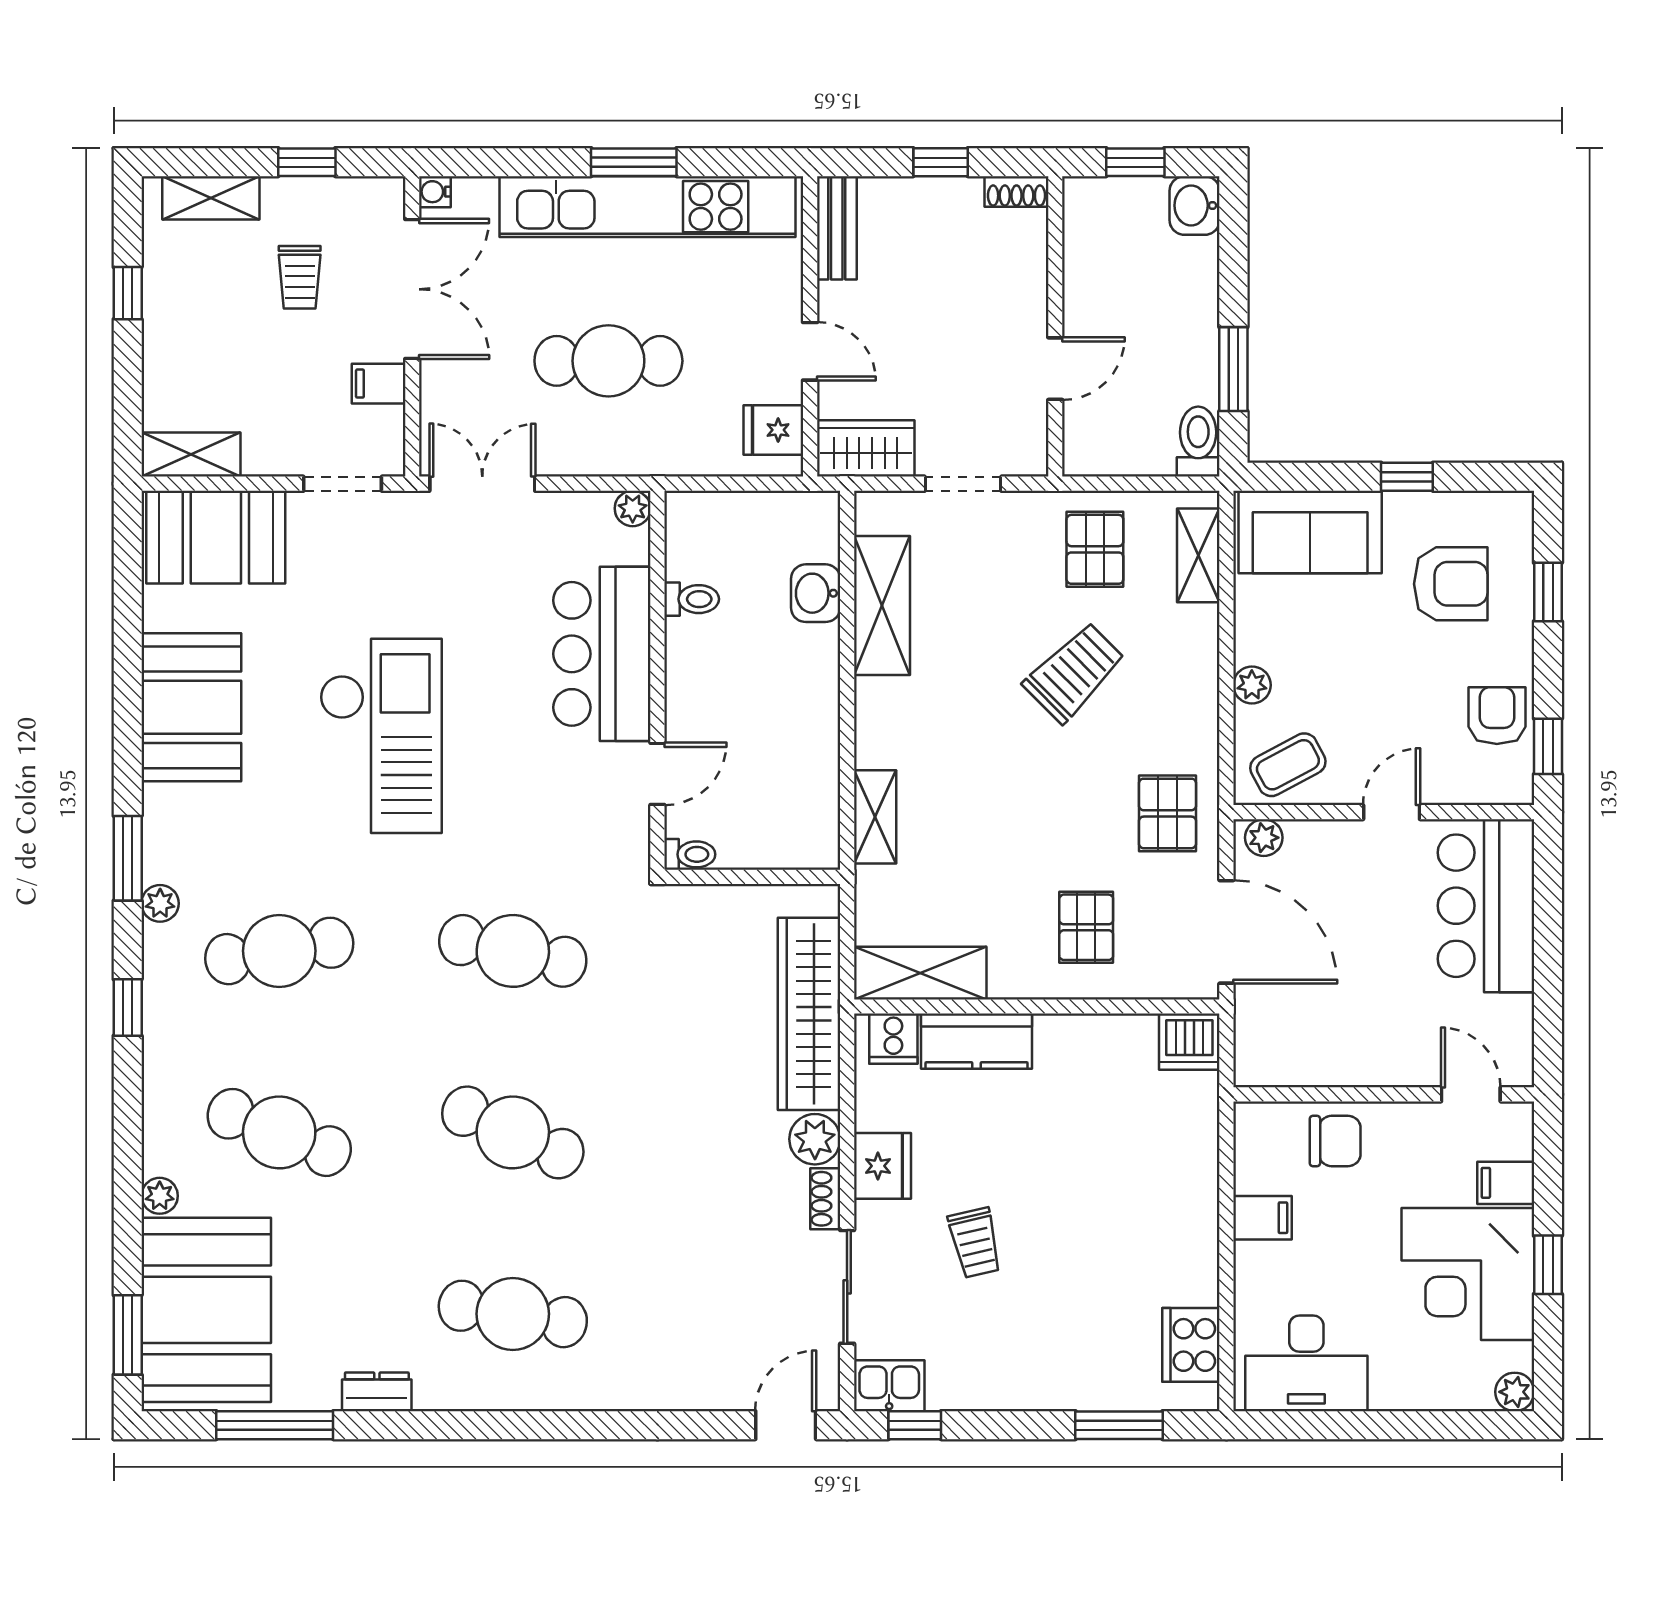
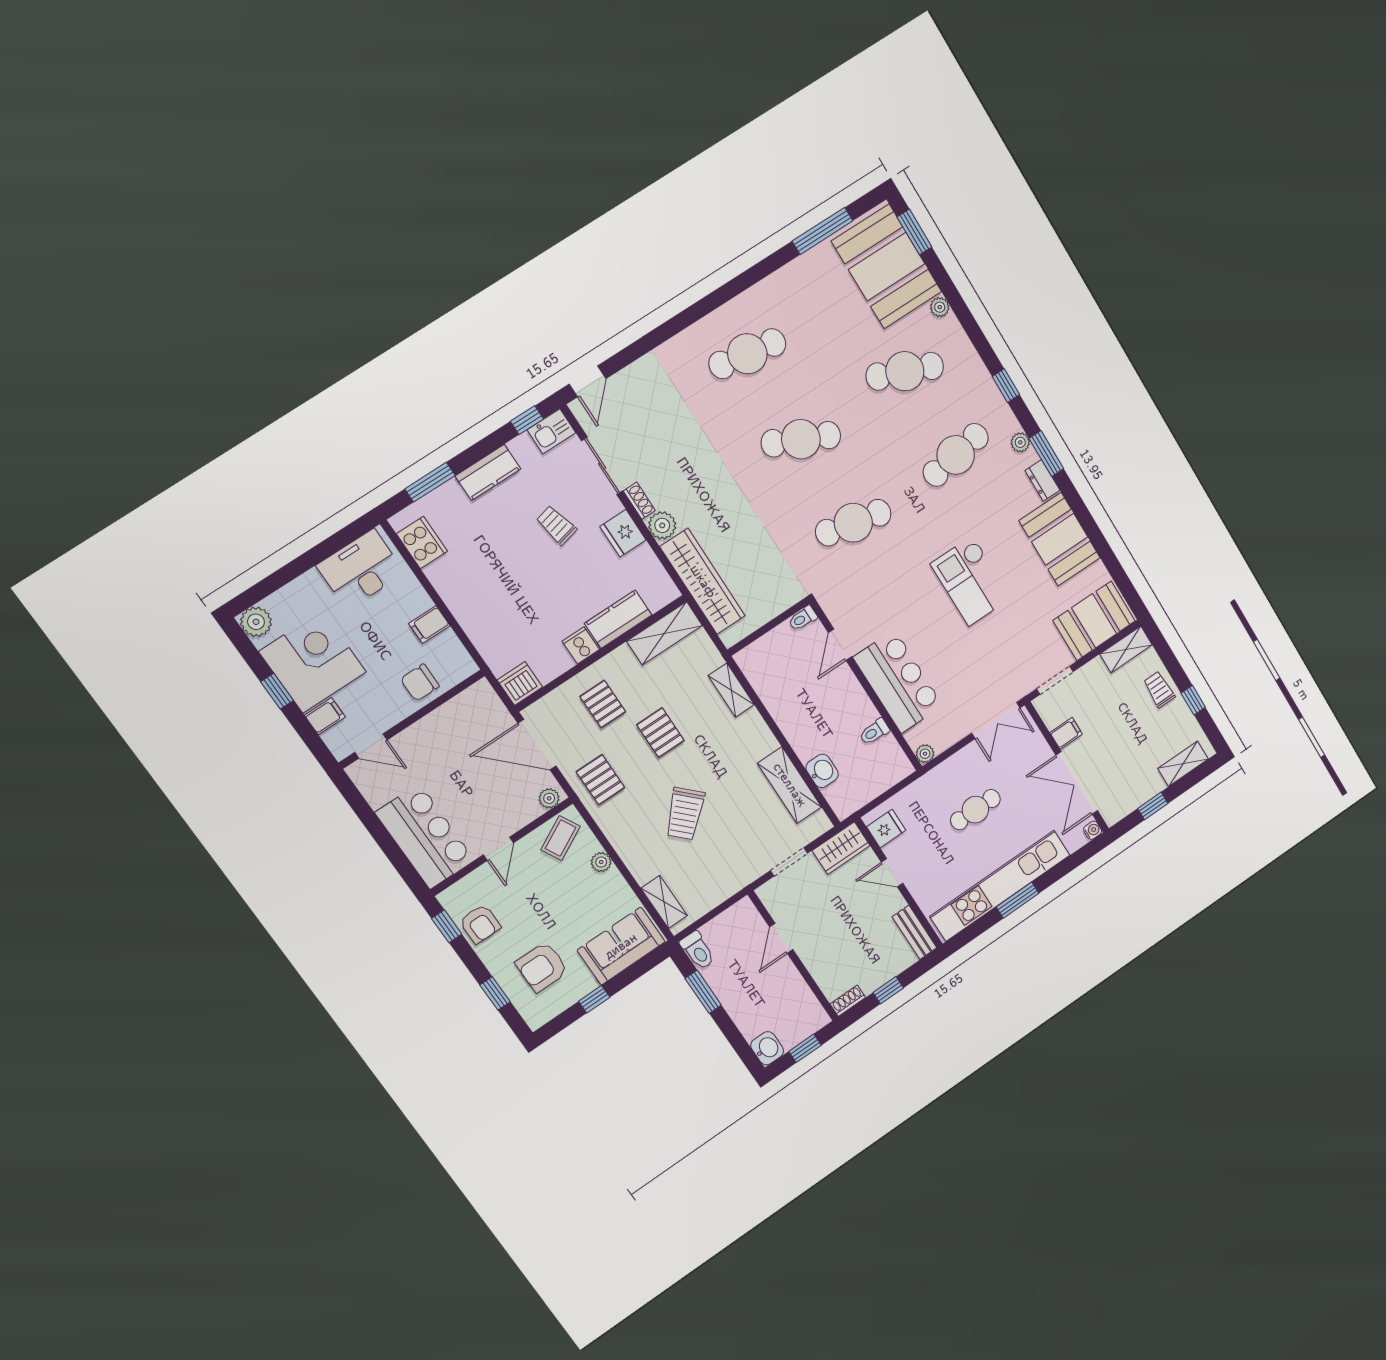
trolley: (300, 277) -> (1159, 690), moved
cafe table: (608, 361) -> (975, 810), width x0.73, depth x0.74
pallet: (1095, 549) -> (660, 733), moved
checkout: (381, 736) -> (971, 581), width x0.73, depth x0.83
cooker: (893, 1039) -> (581, 645), moved
kitchen counter: (1024, 1385) -> (488, 472), added
dresser: (377, 1392) -> (1042, 480), moved, turned 90
plant: (1515, 1392) -> (256, 622), width x1.38, depth x1.38

